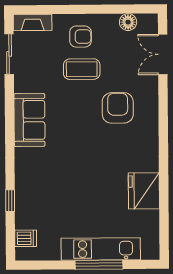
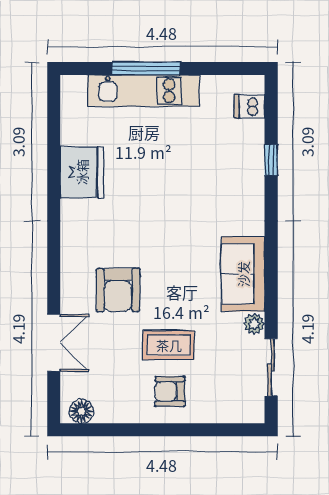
fireplace: (33, 22) -> (238, 412), removed
floor lamp: (128, 22) -> (81, 411), moved
double door: (163, 54) -> (54, 343), moved
plant: (21, 85) -> (254, 324), added

